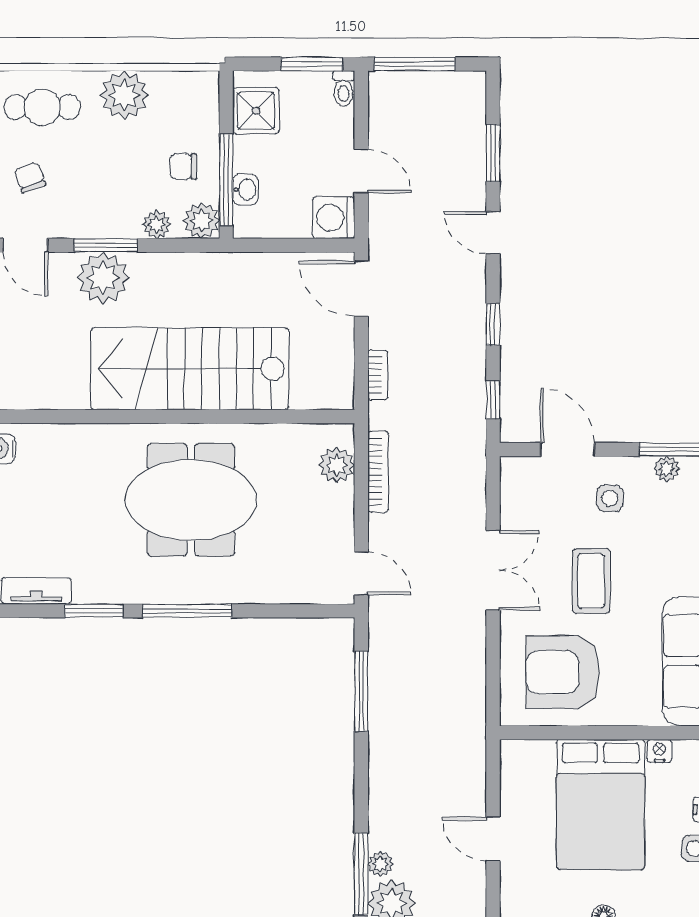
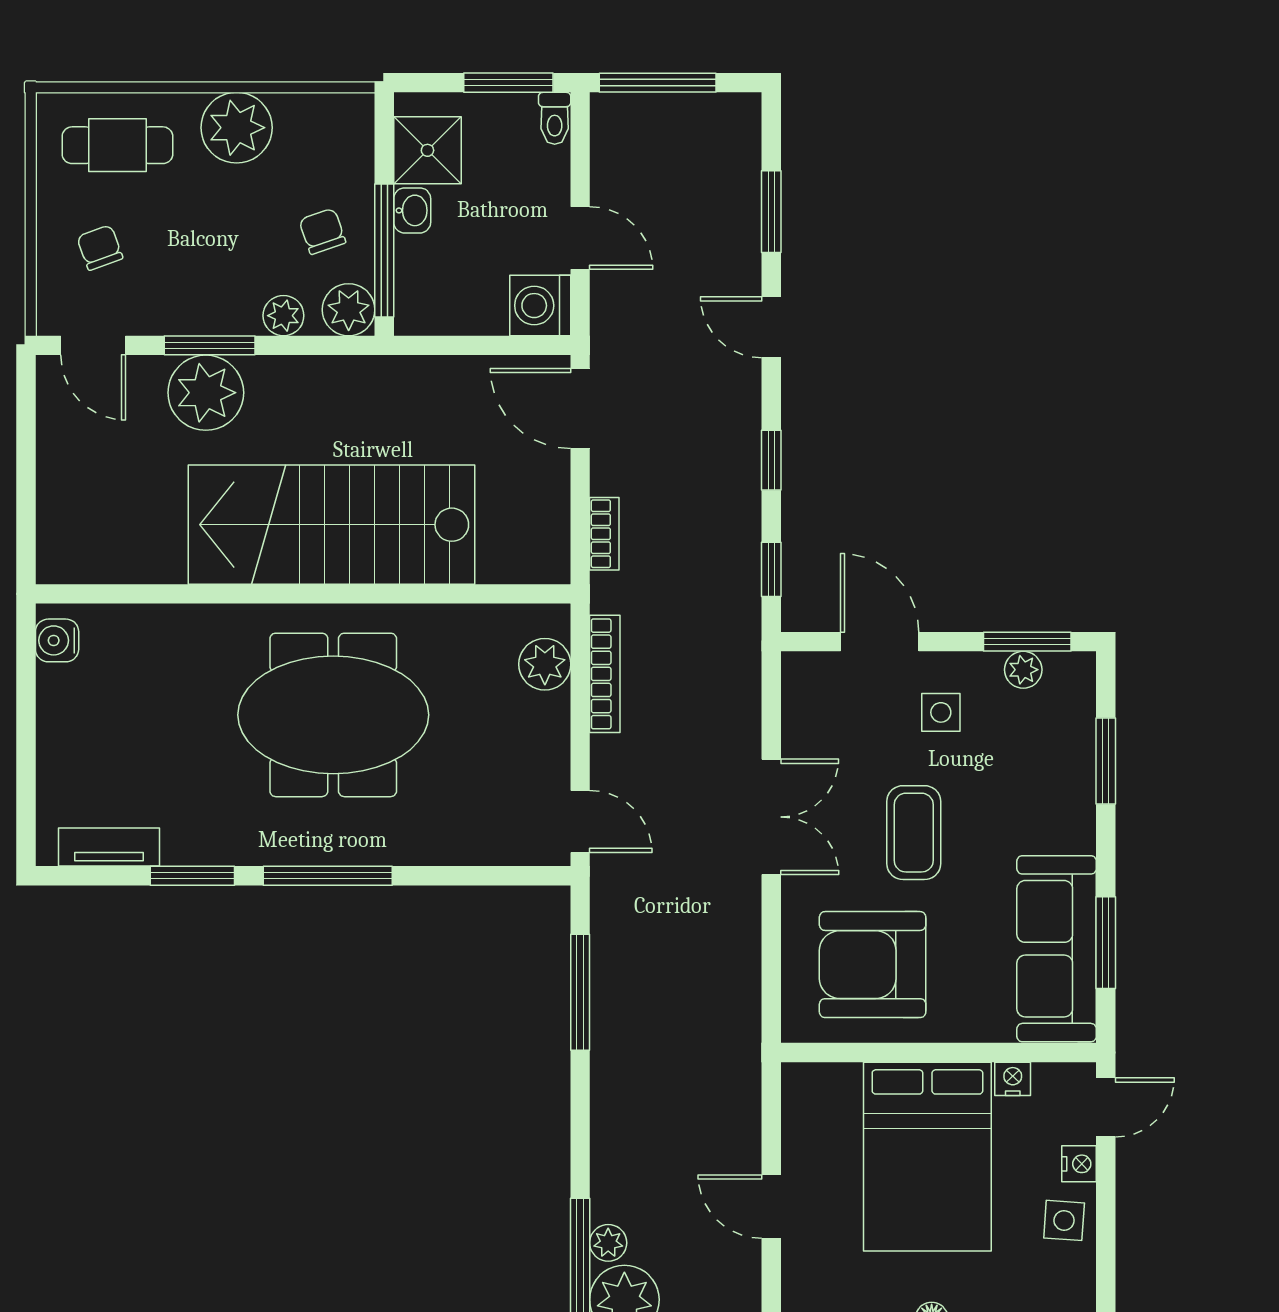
chair: (183, 167) -> (322, 231), turned 71
washbasin: (245, 190) -> (412, 210), moved

